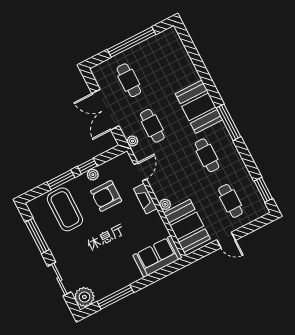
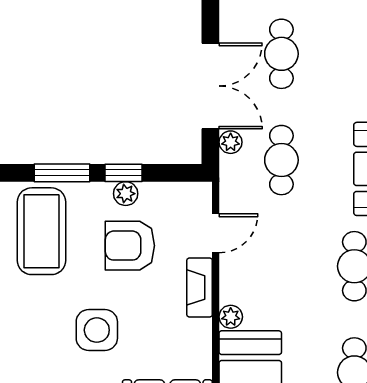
double door: (105, 110) -> (210, 86), swing flipped
plant: (132, 141) -> (231, 142), moved
side table: (111, 240) -> (97, 330), added

